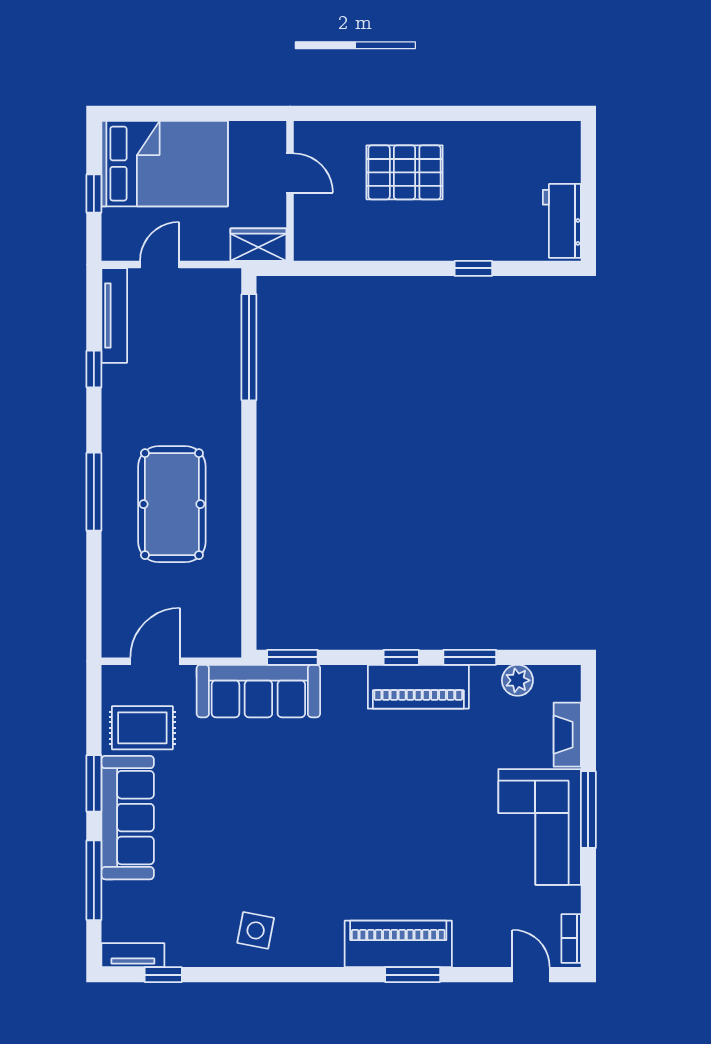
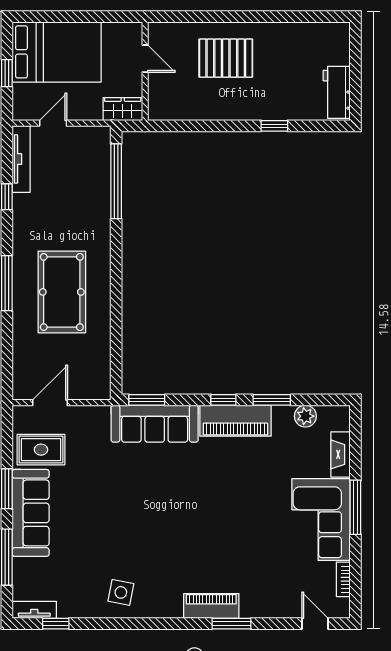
sofa: (258, 691) -> (155, 424), moved
bookcase: (571, 938) -> (343, 579), moved
piano: (398, 944) -> (211, 606), width x0.73, depth x0.75

